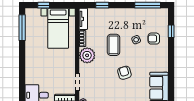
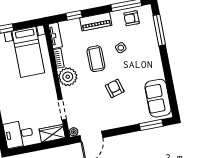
piano: (119, 14) -> (96, 22), added
window: (171, 31) -> (159, 30), width x2.17
armchair: (154, 39) -> (132, 18), moved

